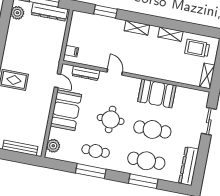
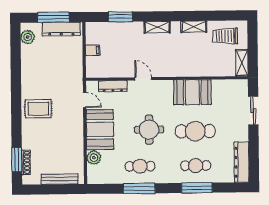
filing cabinet: (71, 51) -> (93, 50), moved
plant: (53, 146) -> (94, 158), moved
cafe table: (146, 161) -> (196, 166), width x0.73, depth x0.74

